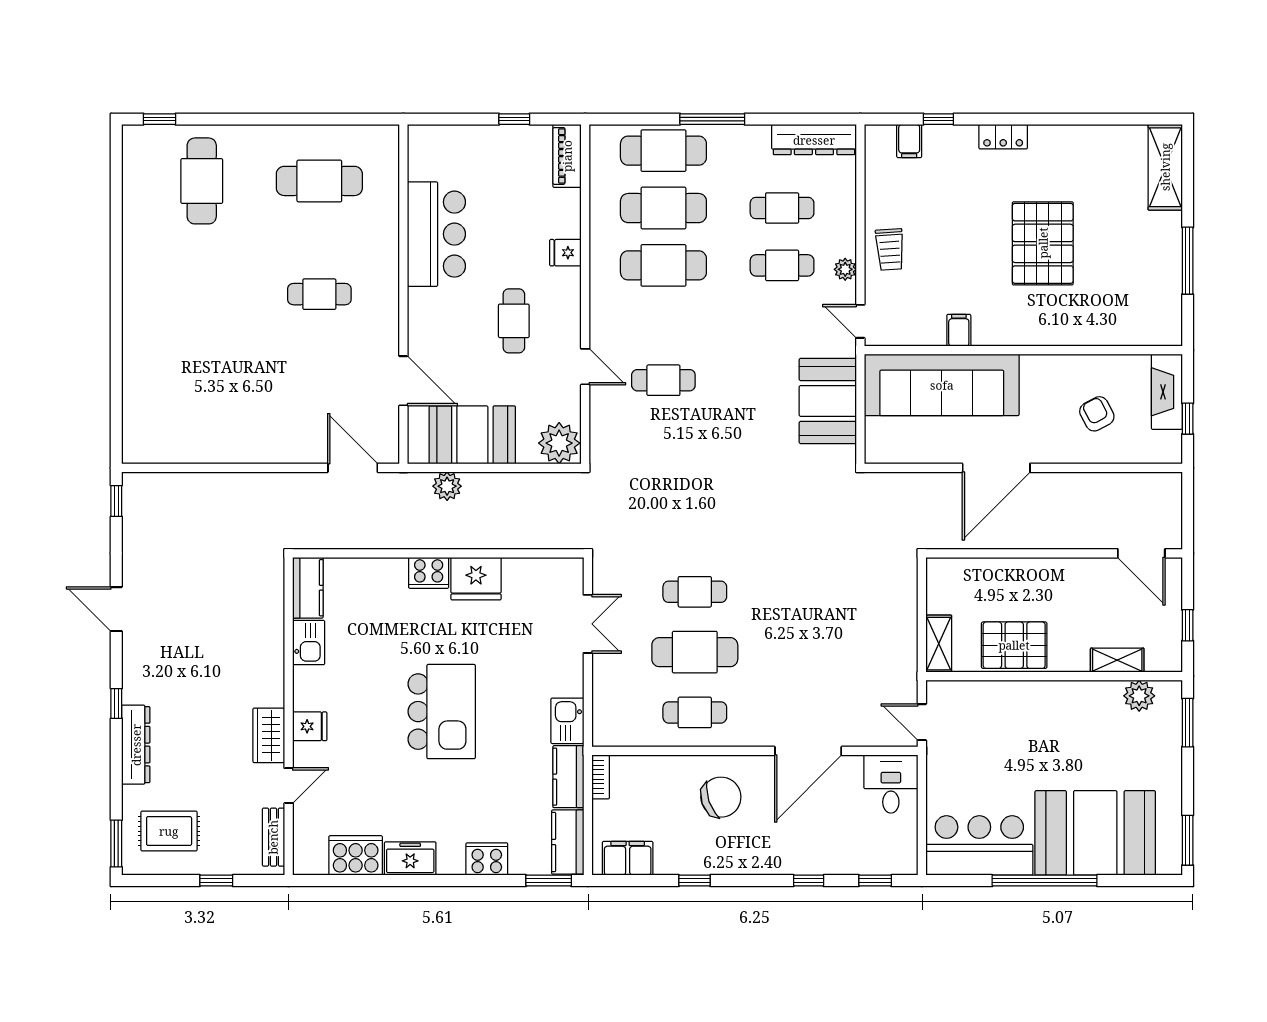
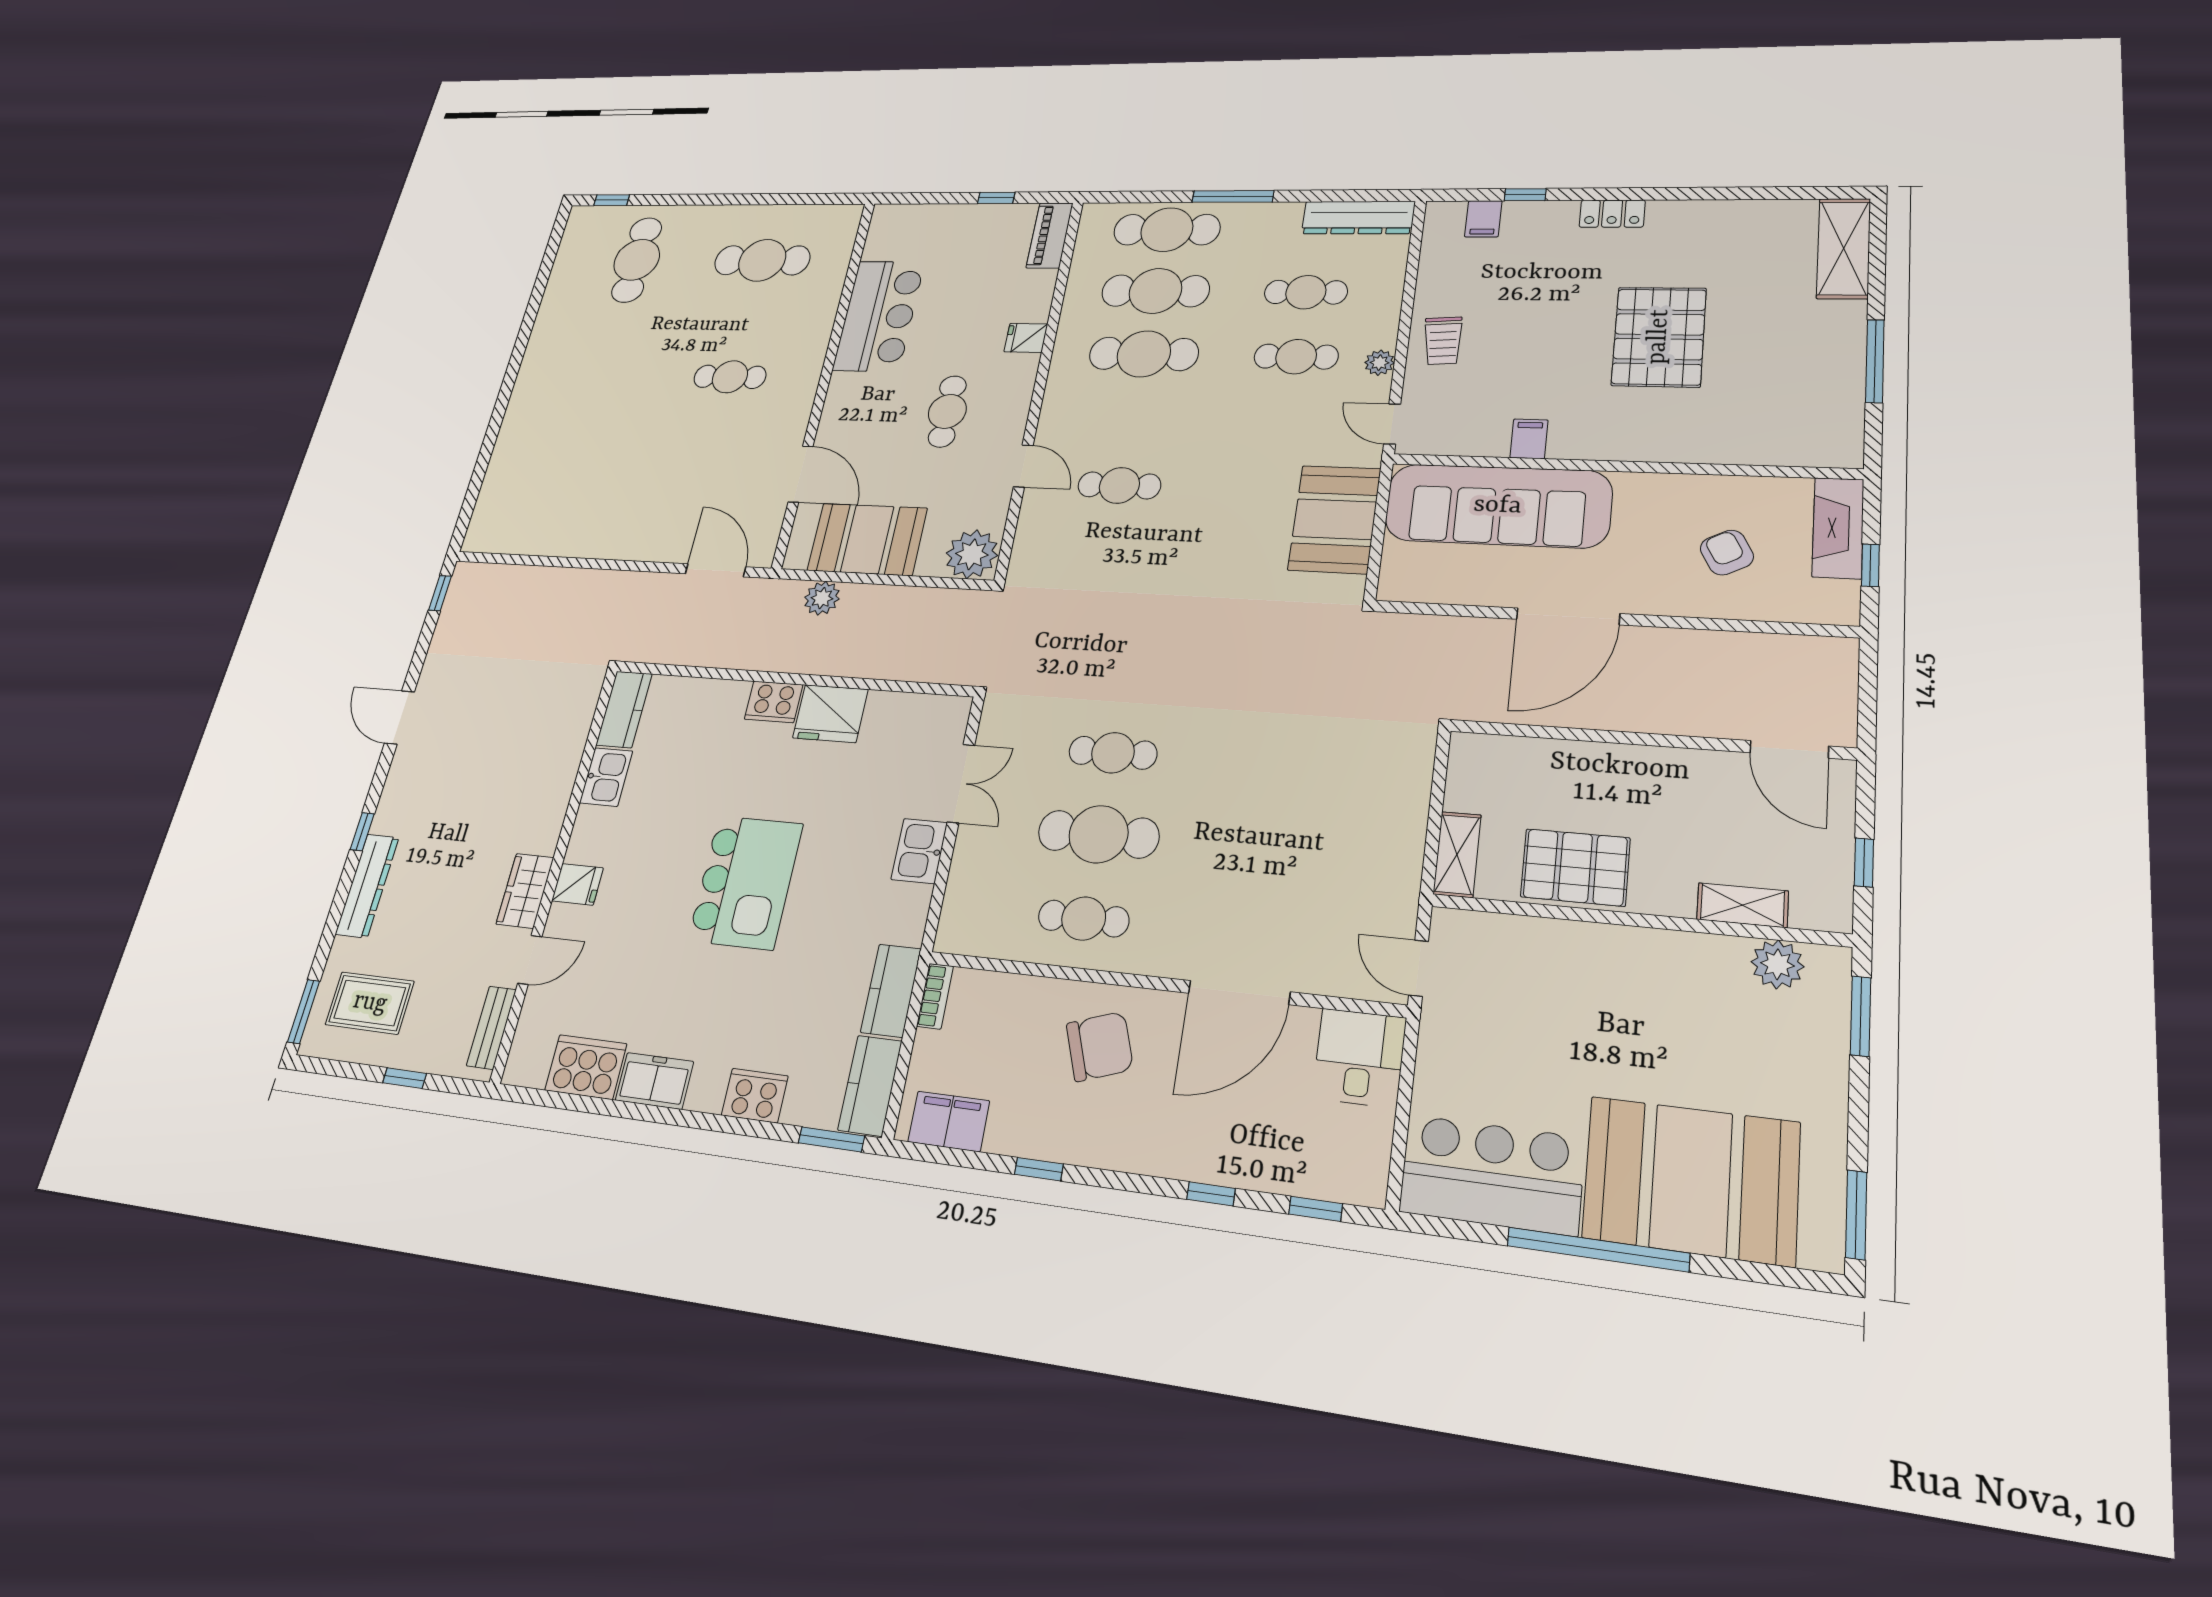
kitchen sink: (567, 721) -> (919, 851), moved

